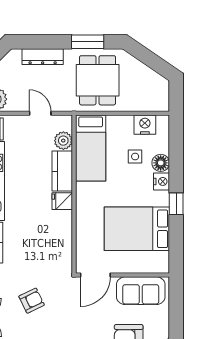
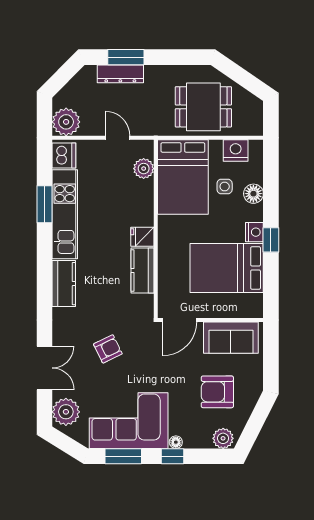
window: (88, 42) -> (126, 57), moved
dining table: (98, 80) -> (203, 107), moved, turned 90
bed: (91, 148) -> (183, 177), width x1.50
kitchen counter: (62, 171) -> (143, 271), moved
nightstand: (162, 181) -> (254, 232), moved

